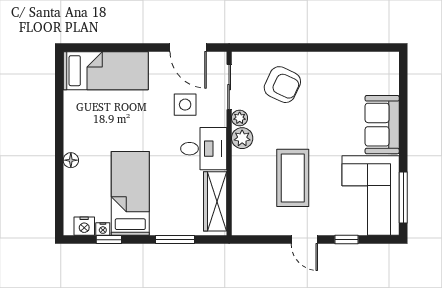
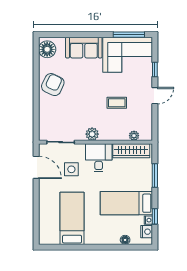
door: (188, 47) -> (36, 167), hinge flipped
floor lamp: (379, 65) -> (47, 49), added
bed: (106, 71) -> (72, 218), moved
armchair: (282, 85) -> (53, 85), moved
plant: (240, 118) -> (134, 136), moved
floor lamp: (71, 160) -> (125, 240), moved
coffee table: (293, 178) -> (117, 103), width x0.54, depth x0.58

